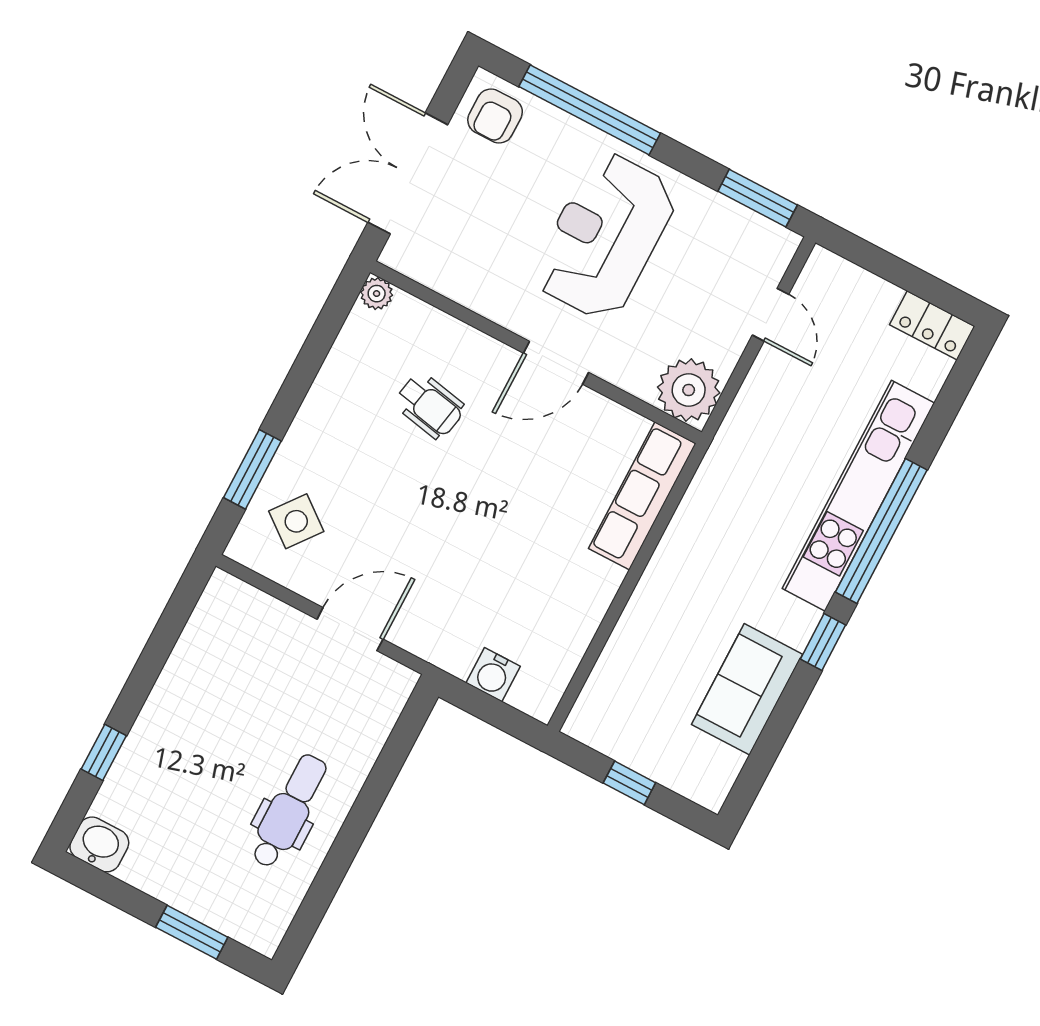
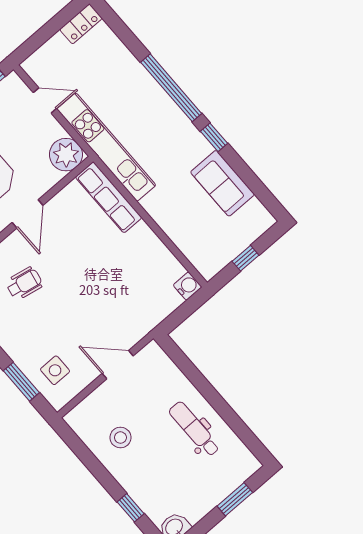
kitchen unit: (858, 496) -> (106, 147), moved, turned 180
side table: (296, 521) -> (55, 370), turned -38
door: (350, 629) -> (118, 365), hinge flipped
water cooler: (493, 675) -> (188, 286), moved, turned -90
stool: (222, 685) -> (120, 438), added

